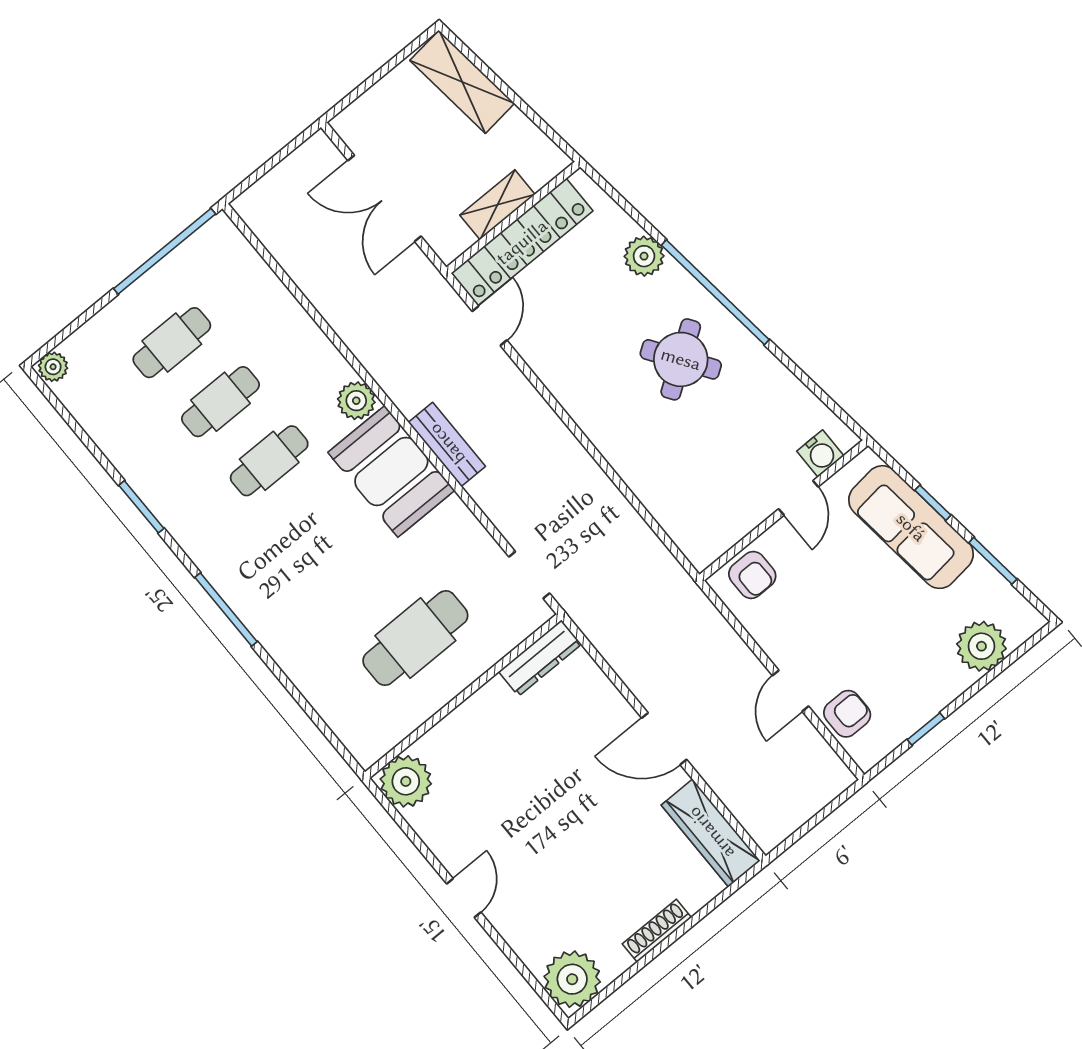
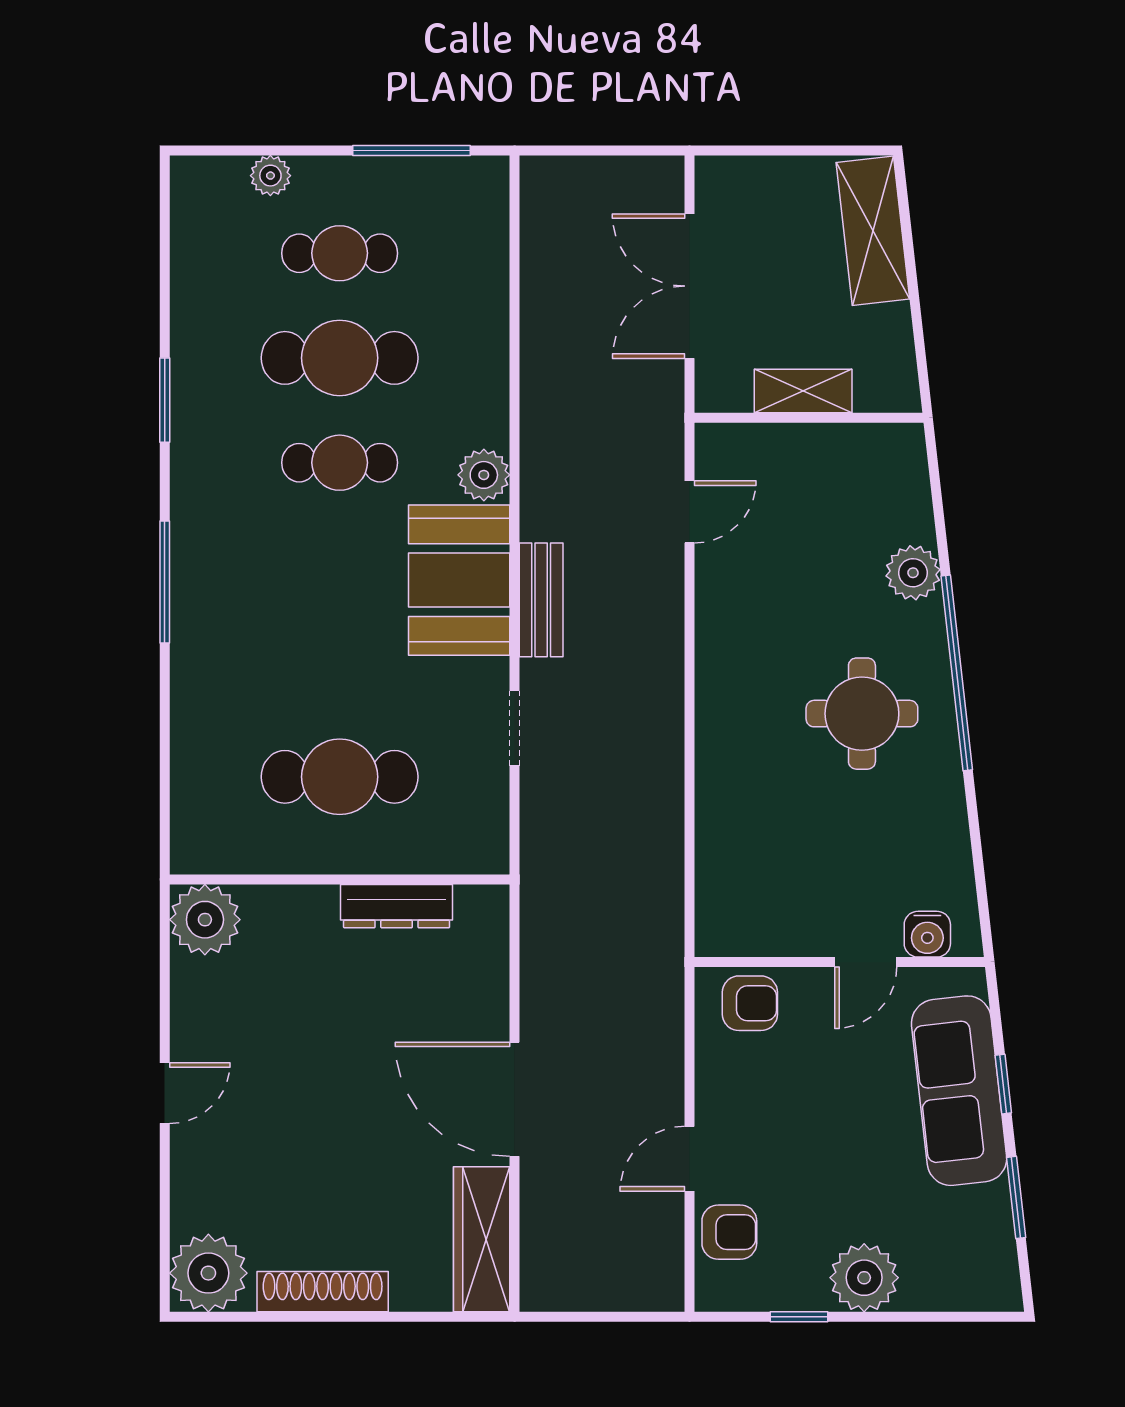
locker: (522, 242) -> (796, 452), removed
window: (165, 251) -> (412, 151), width x0.68
round table: (681, 359) -> (862, 714), turned 34
plant: (53, 367) -> (270, 176), moved
cafe table: (220, 402) -> (340, 358), width x1.37, depth x1.35
doorway: (529, 575) -> (515, 728), moved
armchair: (752, 575) -> (750, 1003), turned -90
plant: (981, 646) -> (864, 1278), moved
dresser: (540, 658) -> (397, 906), moved
door: (664, 739) -> (515, 1099), width x1.36
shoe rack: (657, 931) -> (323, 1292), width x1.36, depth x1.24

